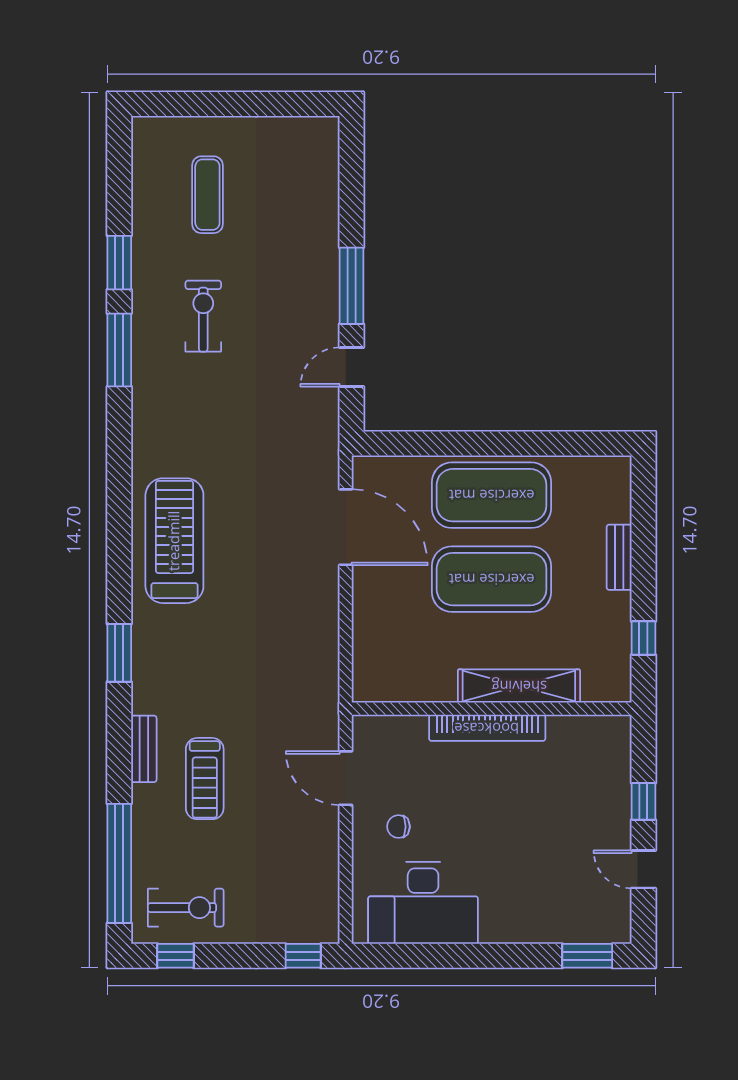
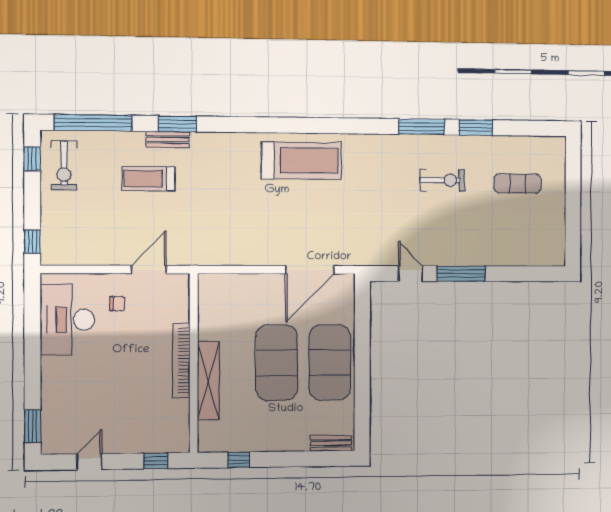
bench: (619, 557) -> (331, 443), moved
window: (119, 653) -> (177, 124), moved
window: (643, 801) -> (156, 461), moved
chair: (398, 827) -> (117, 304), turned 90

